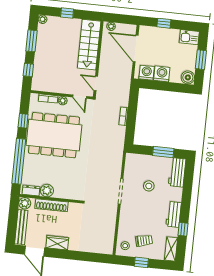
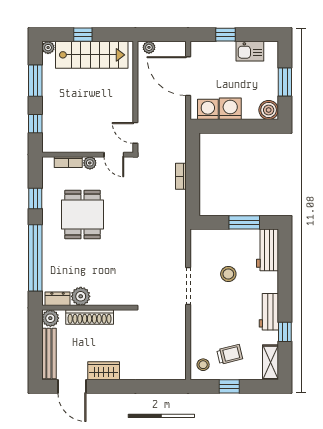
kitchen sink: (189, 37) -> (250, 51), moved
stairs: (89, 45) -> (92, 55), moved, turned -90
dining table: (54, 135) -> (83, 215), width x0.53, depth x0.80

